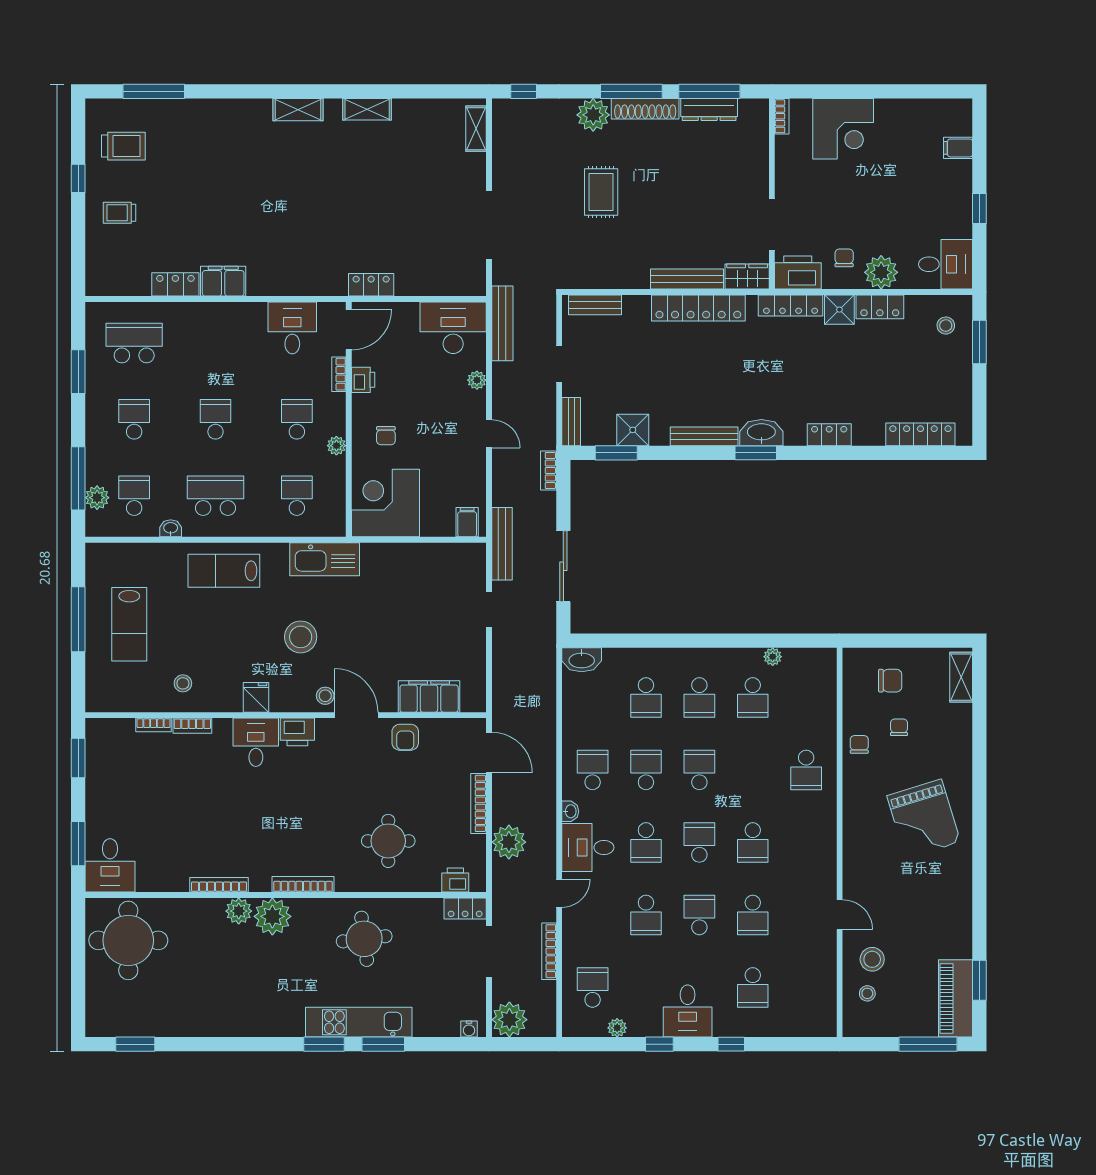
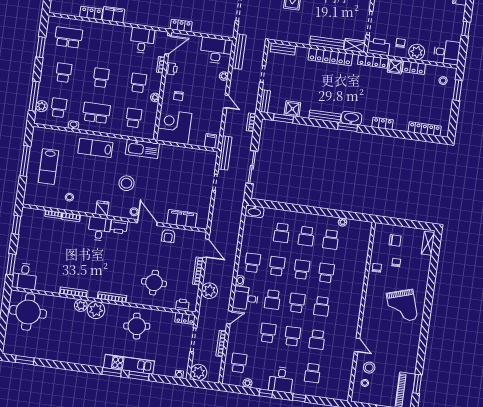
school desk: (806, 770) -> (326, 273), moved, turned 180
school desk: (646, 915) -> (268, 333), turned 180

